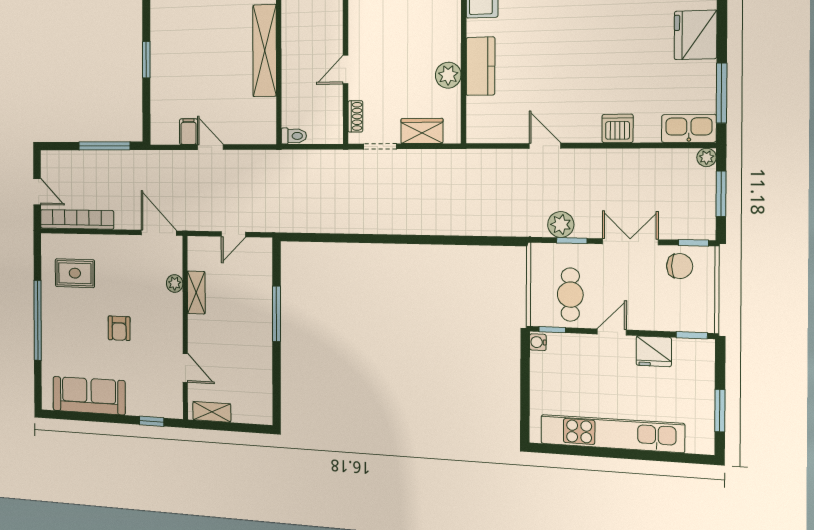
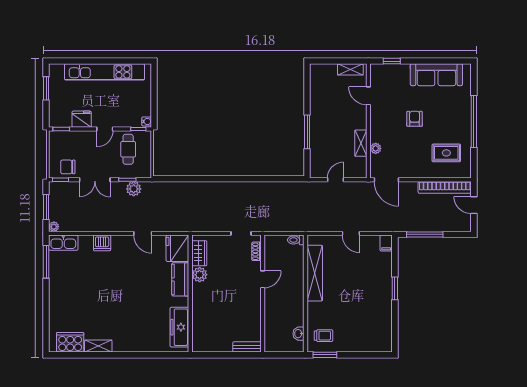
fridge: (695, 35) -> (177, 248), moved, turned 180
shelving: (265, 51) -> (315, 273), moved
wardrobe: (422, 131) -> (199, 253), moved, turned -90
filing cabinet: (189, 132) -> (386, 243), moved

